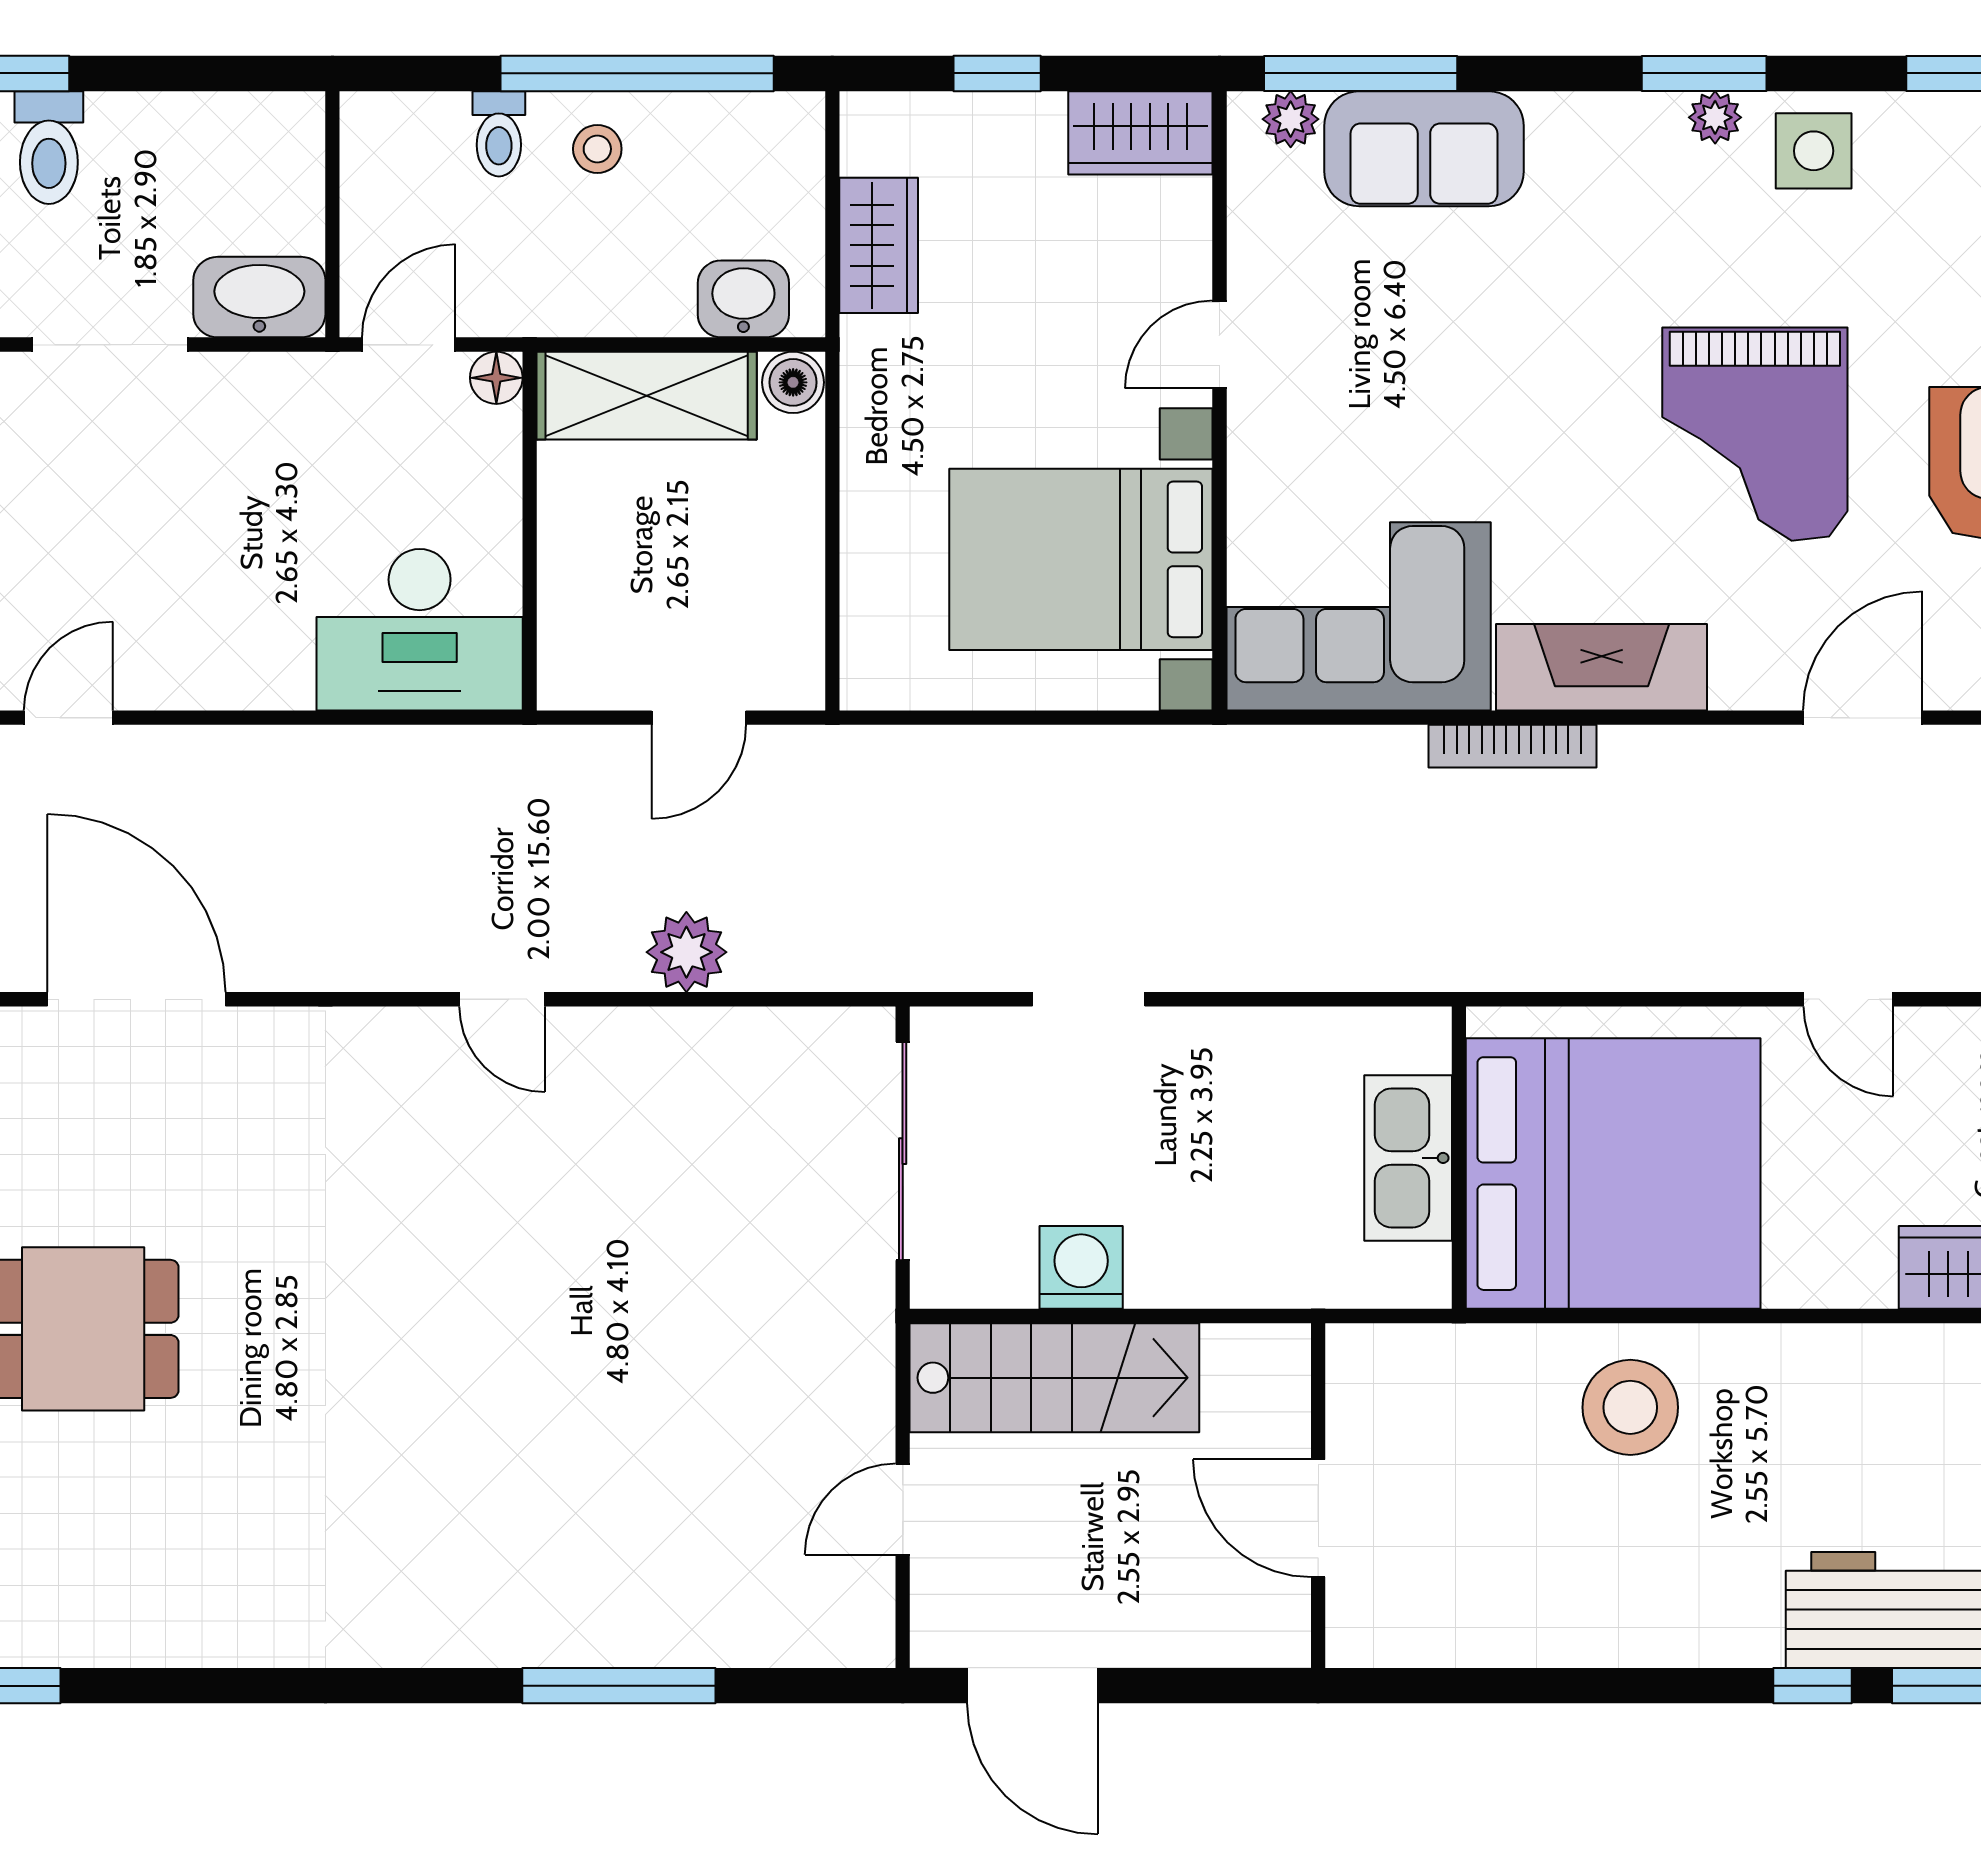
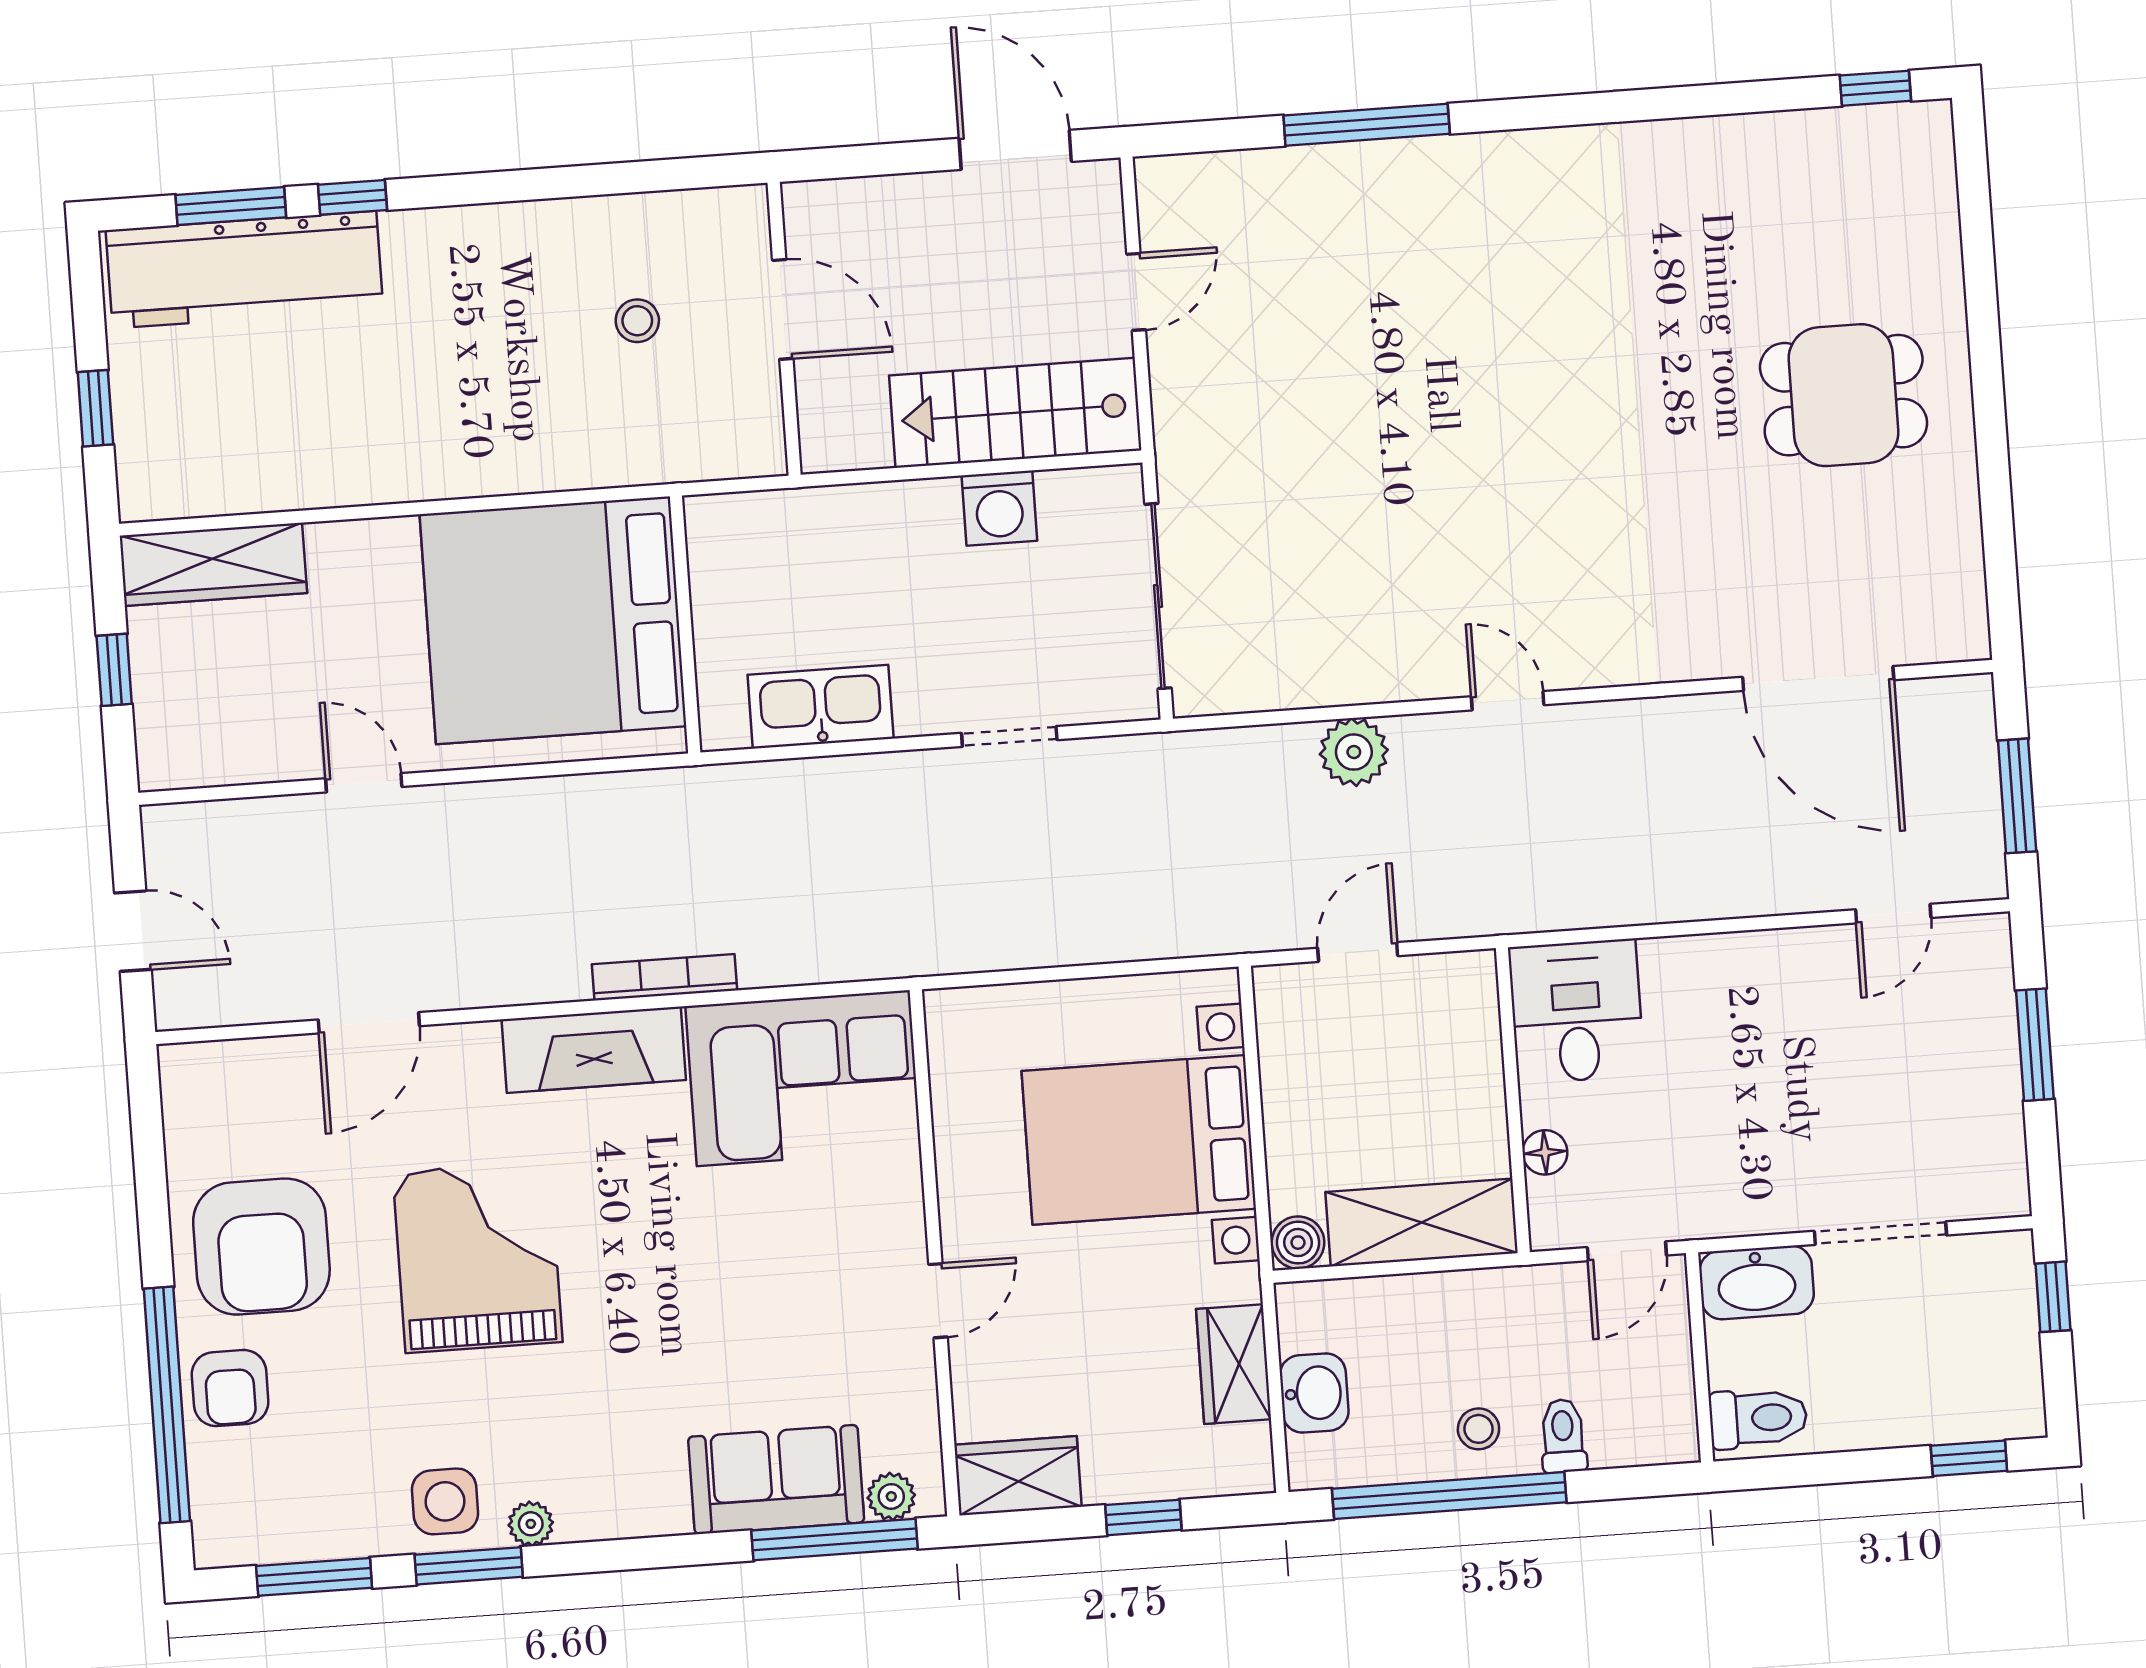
window: (1704, 73) -> (469, 1566), moved
toilet: (49, 148) -> (1758, 1418), moved, turned 90
washbasin: (743, 299) -> (1314, 1393), moved, turned -90
floor lamp: (496, 378) -> (1545, 1152), moved
bed with nightstands: (1081, 559) -> (1139, 1140), moved, turned 180
desk: (420, 630) -> (1576, 1011), width x0.73
kitchen sink: (1408, 1158) -> (821, 707), moved, turned -90
stool: (1630, 1407) -> (637, 321), moved, width x0.53, depth x0.53

